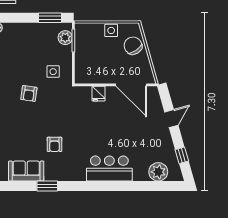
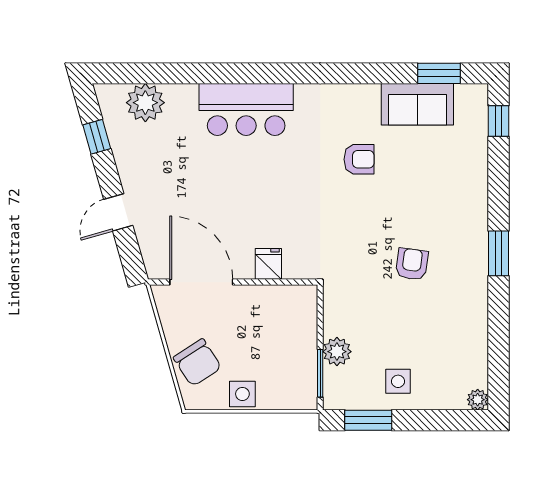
plant: (65, 38) -> (337, 352), moved
side table: (53, 72) -> (398, 381), moved
armchair: (54, 144) -> (359, 159), turned 90
window: (47, 186) -> (439, 73), moved

